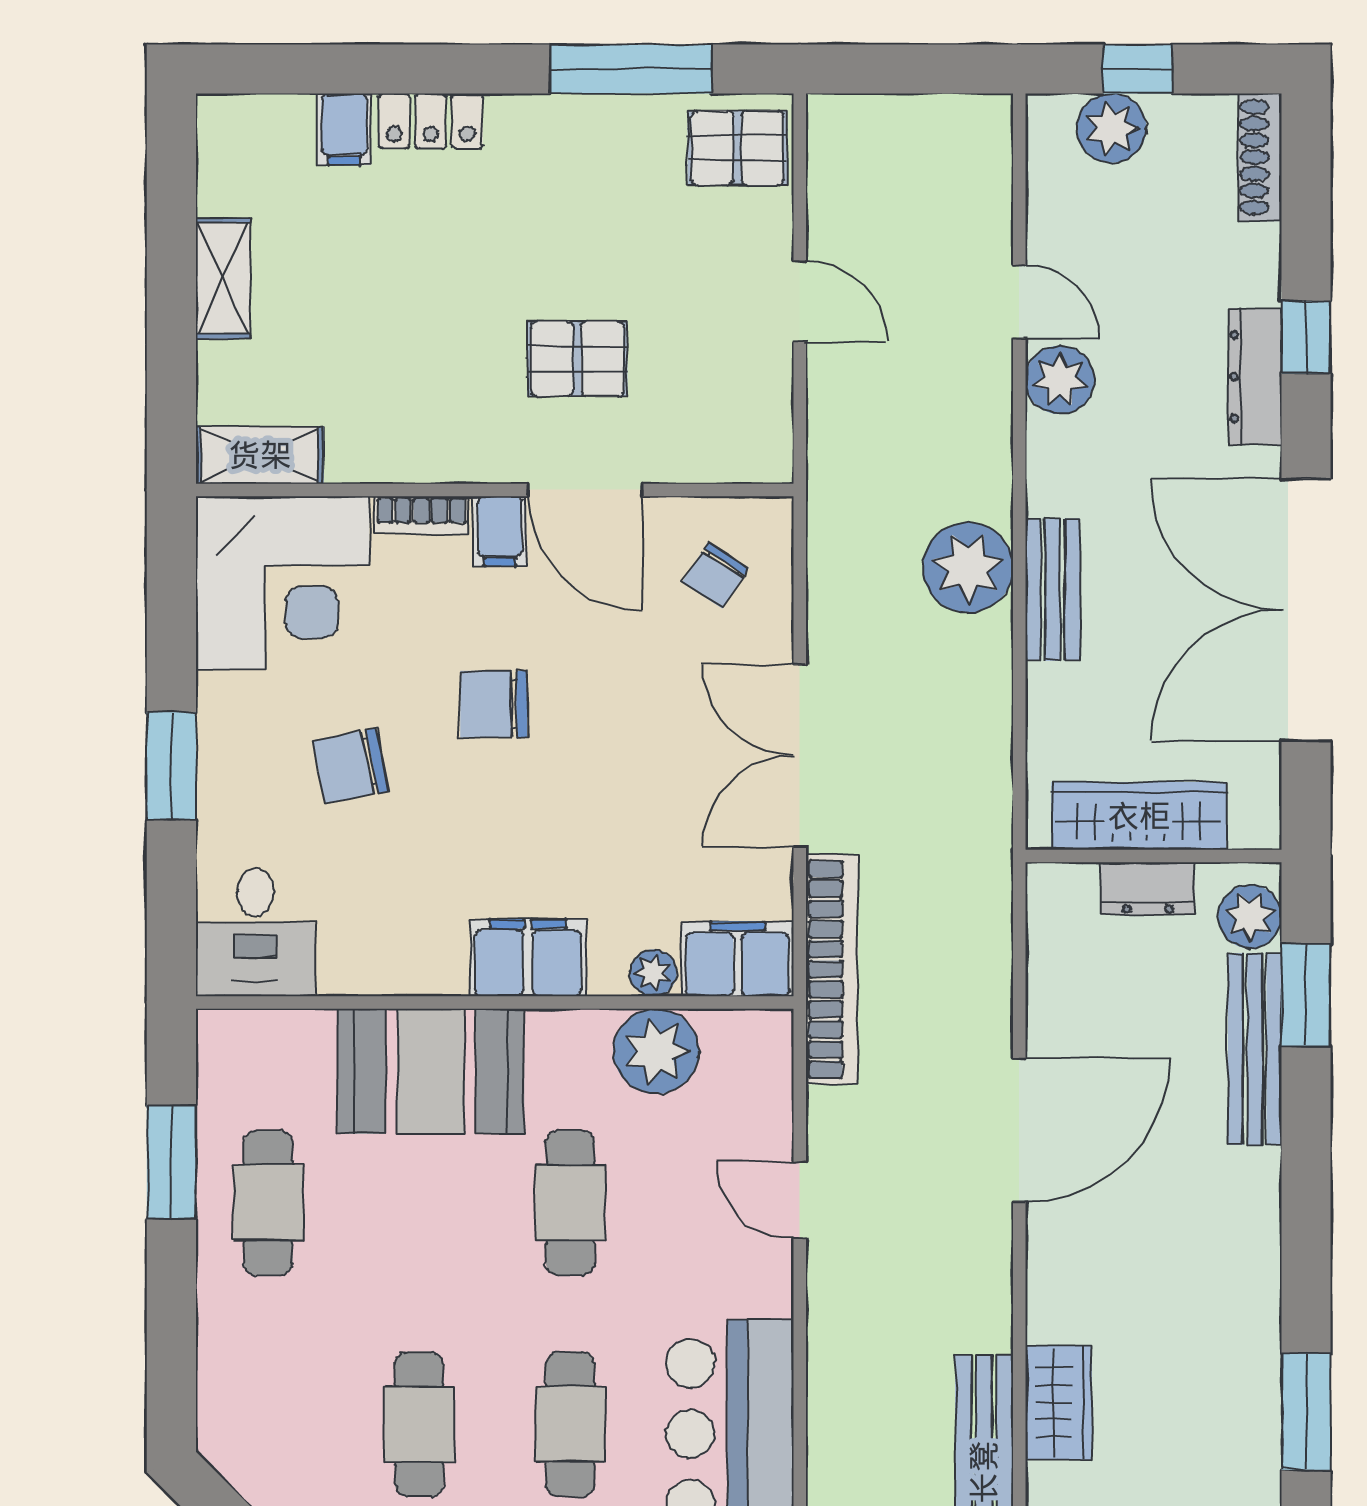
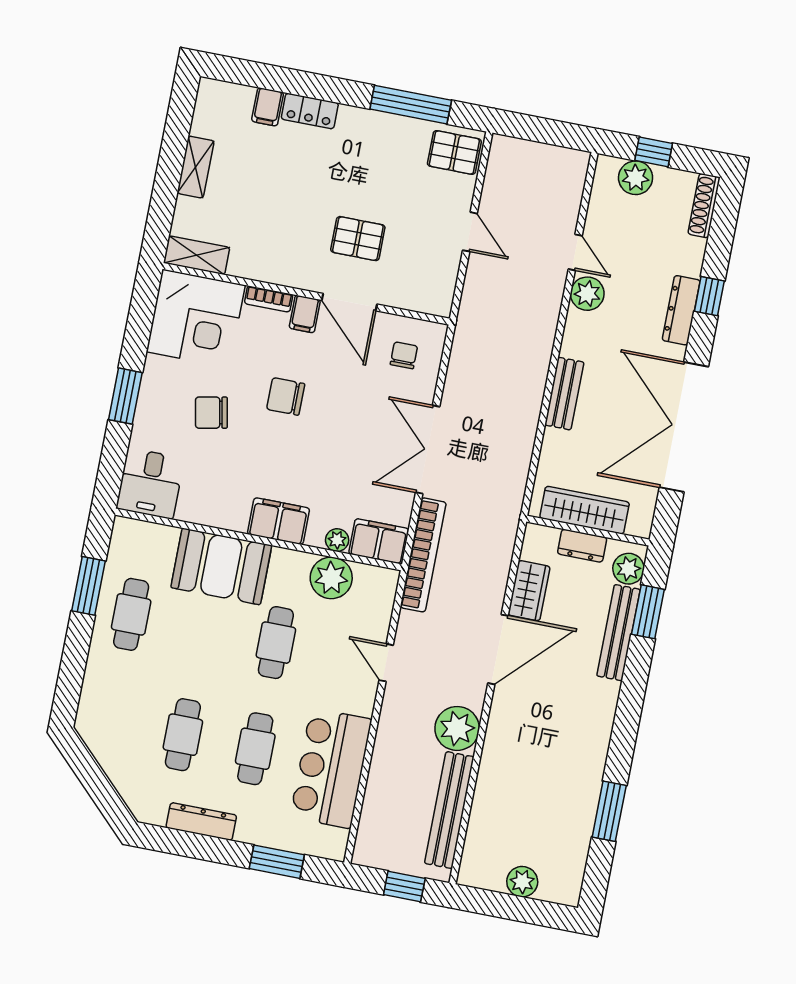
plant: (968, 567) -> (457, 728), moved
chair: (715, 575) -> (404, 355), turned 147
wardrobe: (1059, 1403) -> (529, 591), moved

